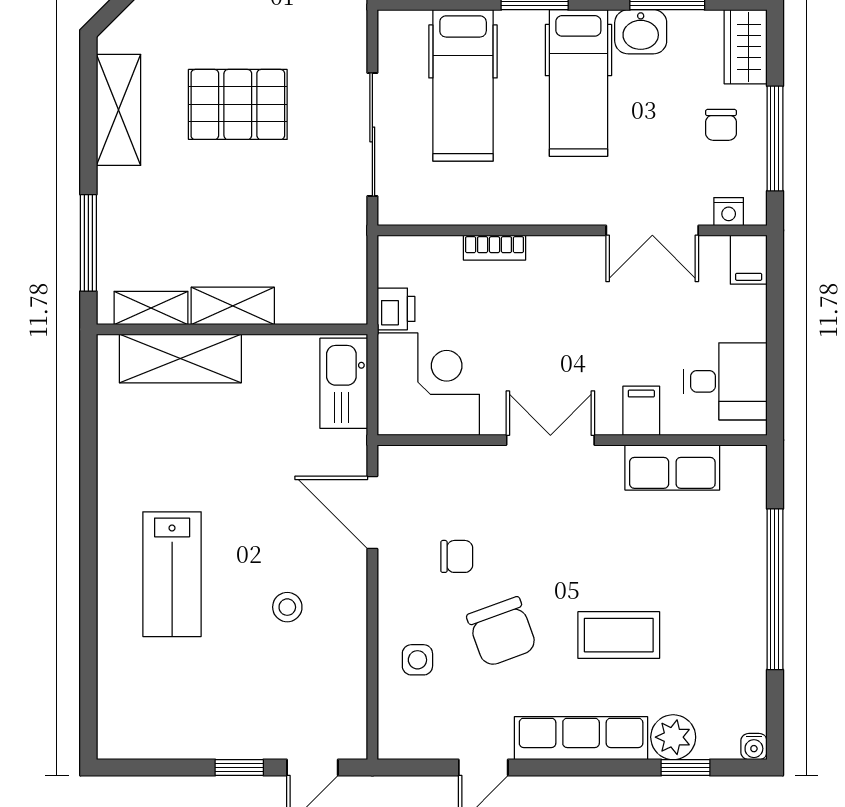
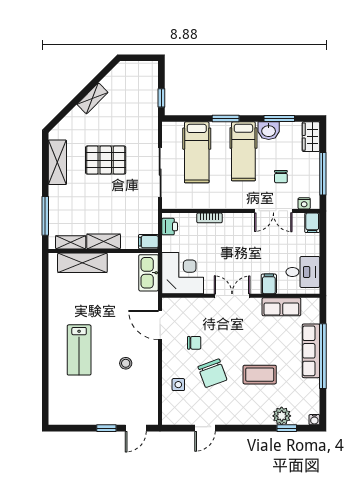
chair: (721, 125) -> (281, 177), moved
filing cabinet: (343, 306) -> (148, 242), added
printer: (396, 309) -> (170, 227), moved
row of seats: (581, 738) -> (311, 351), moved, turned -90

